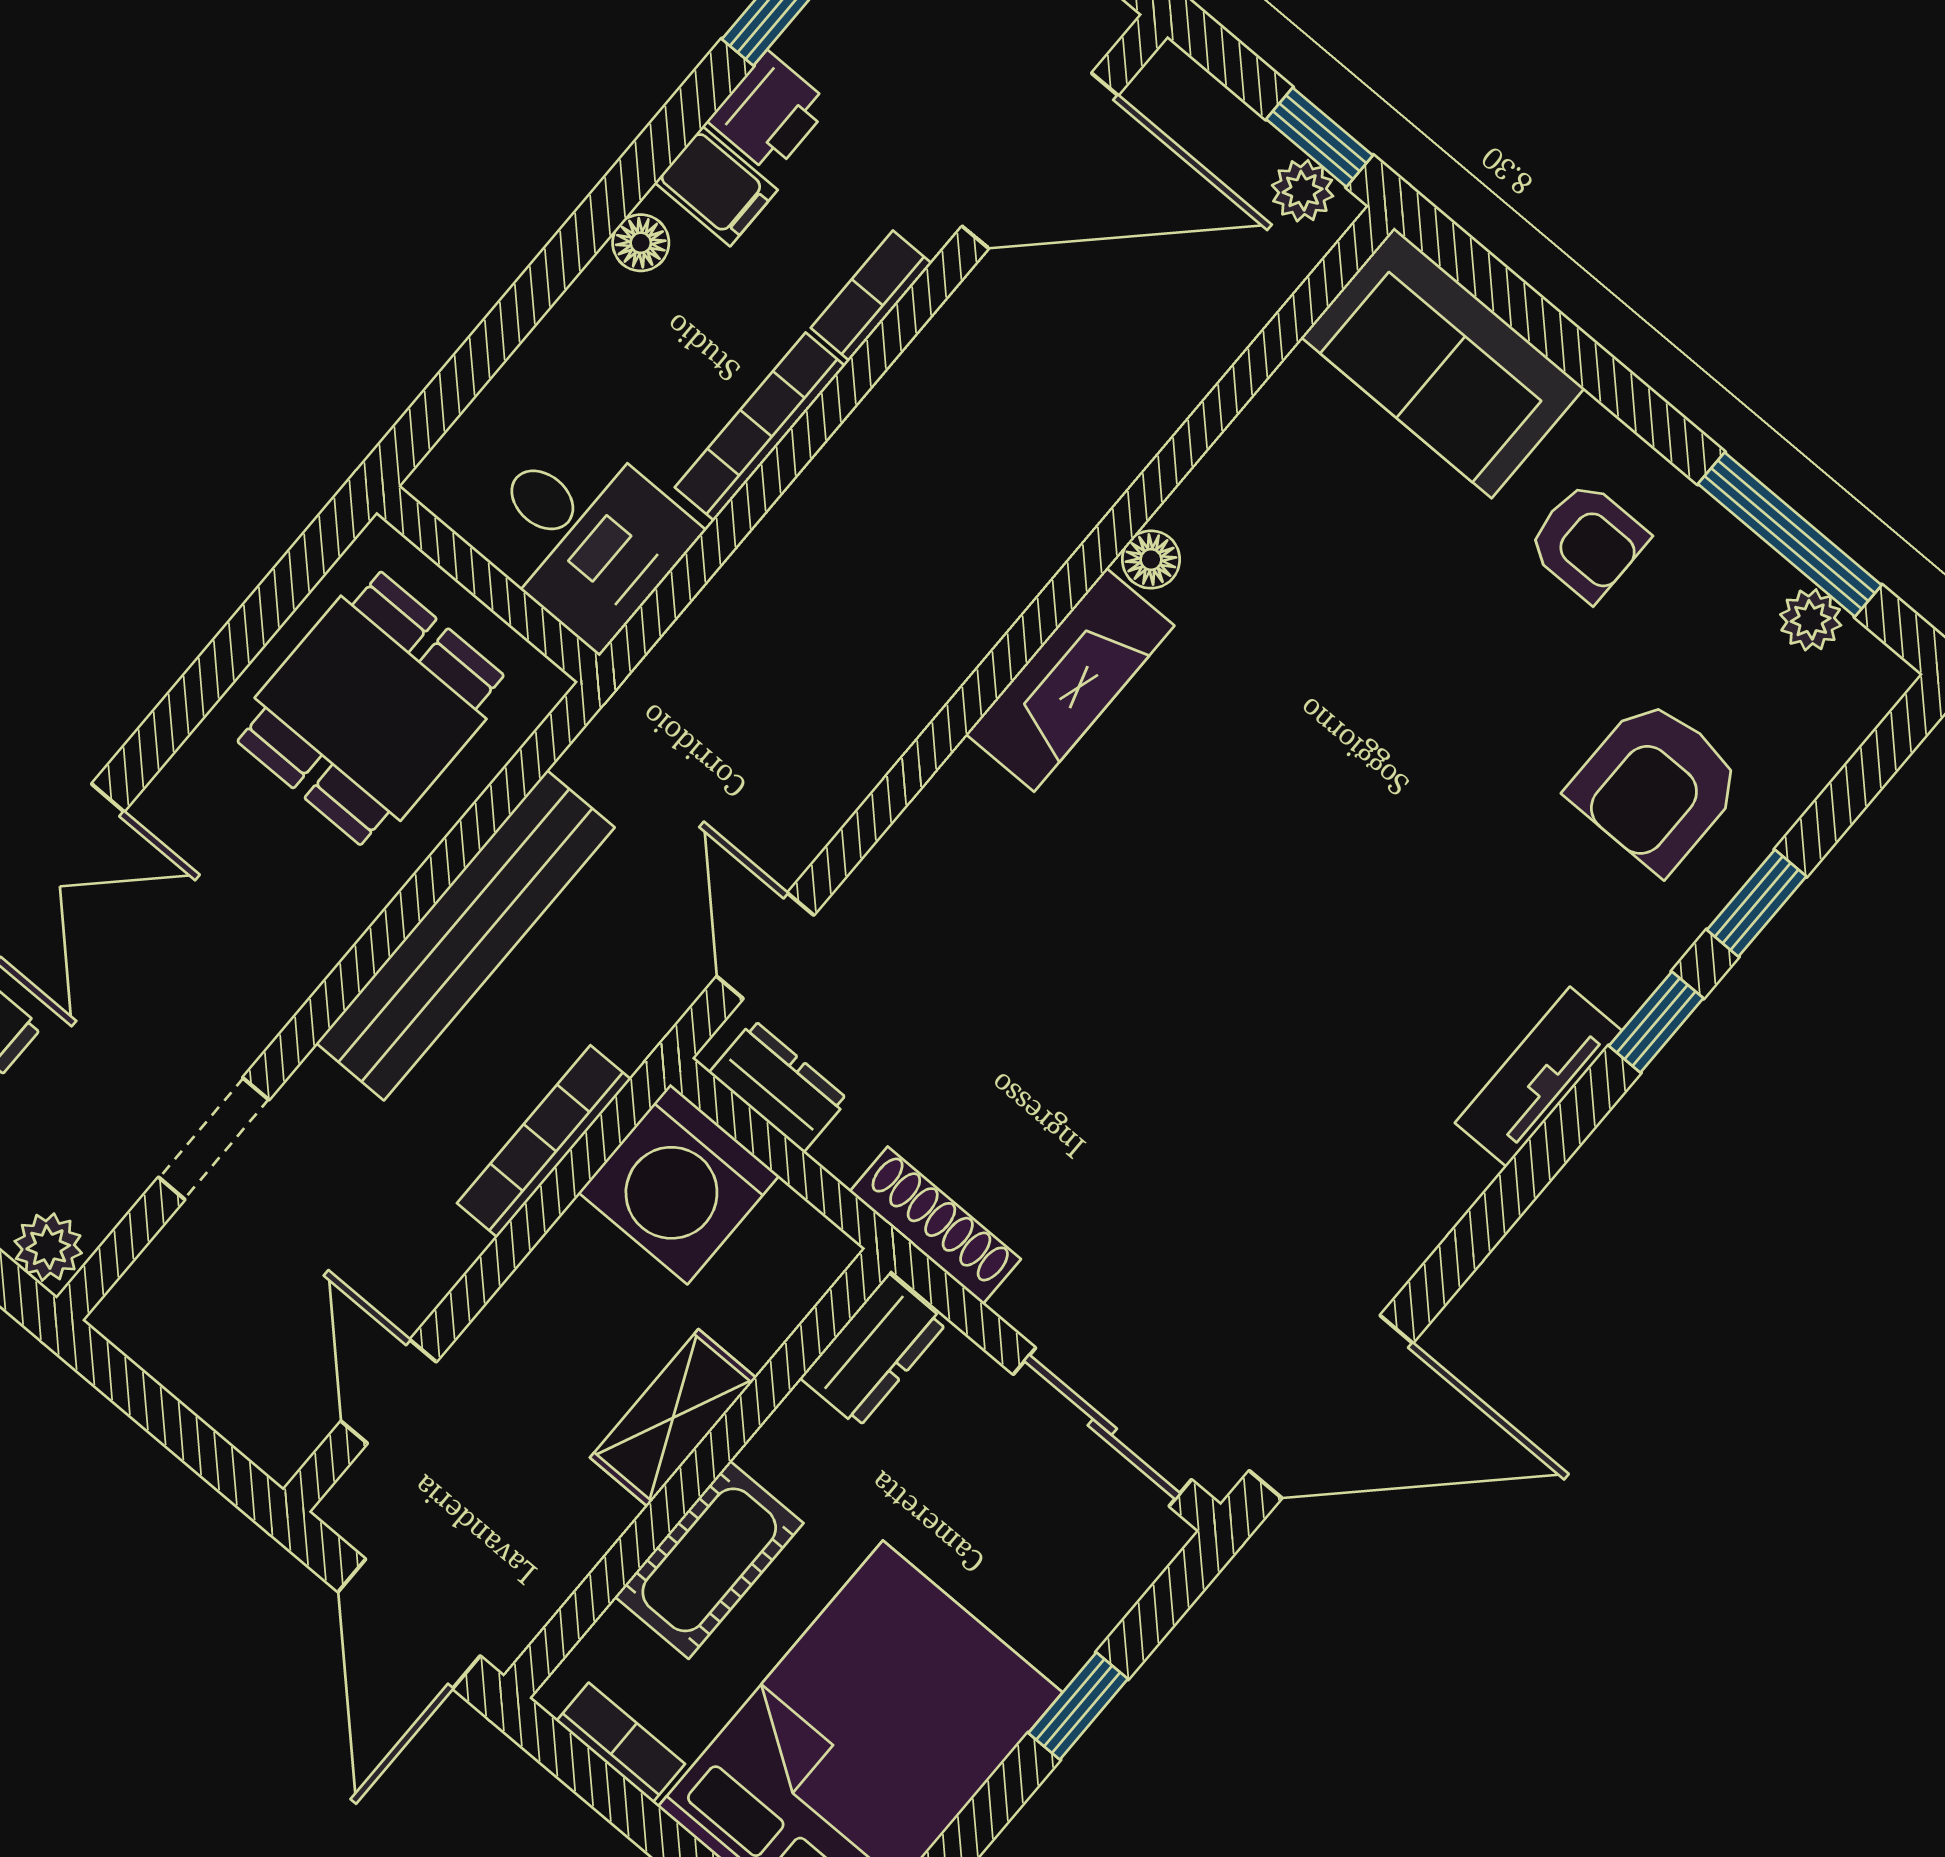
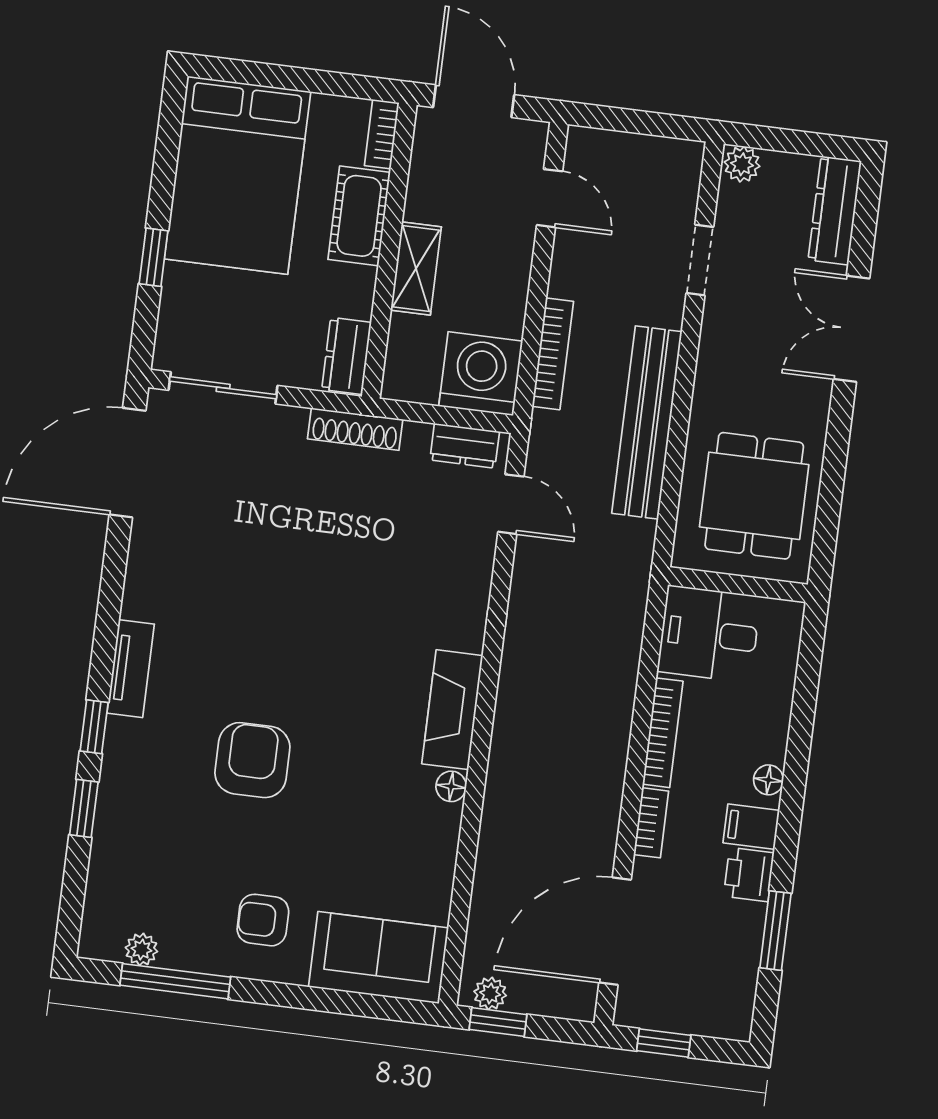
armchair: (1656, 785) -> (252, 760), moved
bookcase: (621, 1743) -> (382, 134), moved, turned 90

